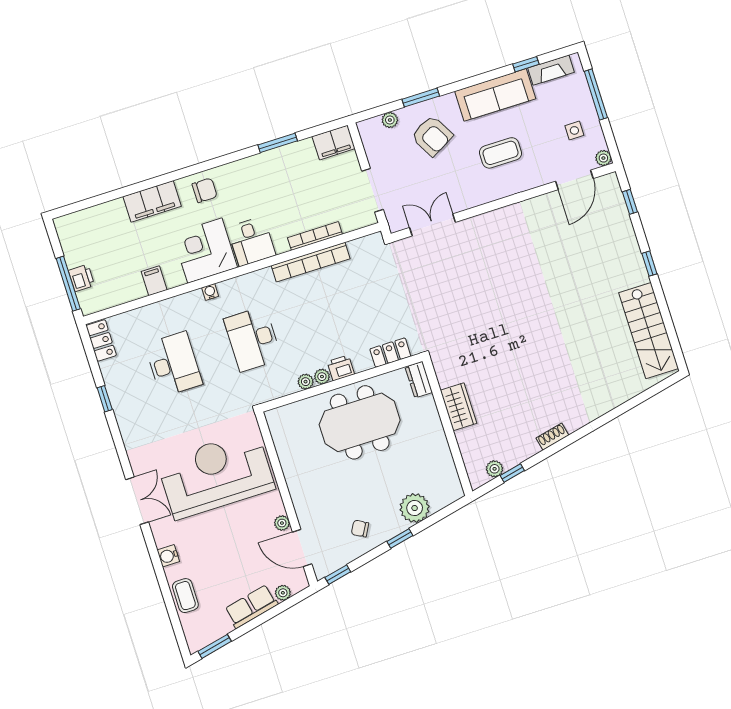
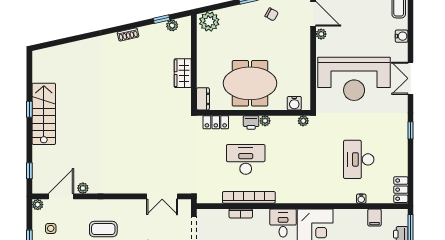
plant: (547, 201) -> (83, 188), added
bookcase: (315, 236) -> (241, 213), width x0.64
window: (649, 264) -> (29, 109), moved
filing cabinet: (154, 281) -> (374, 217), moved
water cooler: (210, 292) -> (361, 199), moved
stairs: (649, 331) -> (44, 114), moved
desk: (253, 339) -> (246, 159), moved, turned -90
plant: (306, 382) -> (303, 121), moved
window: (105, 399) -> (411, 130), moved
water cooler: (289, 414) -> (294, 103), added
plant: (415, 508) -> (209, 22), moved

